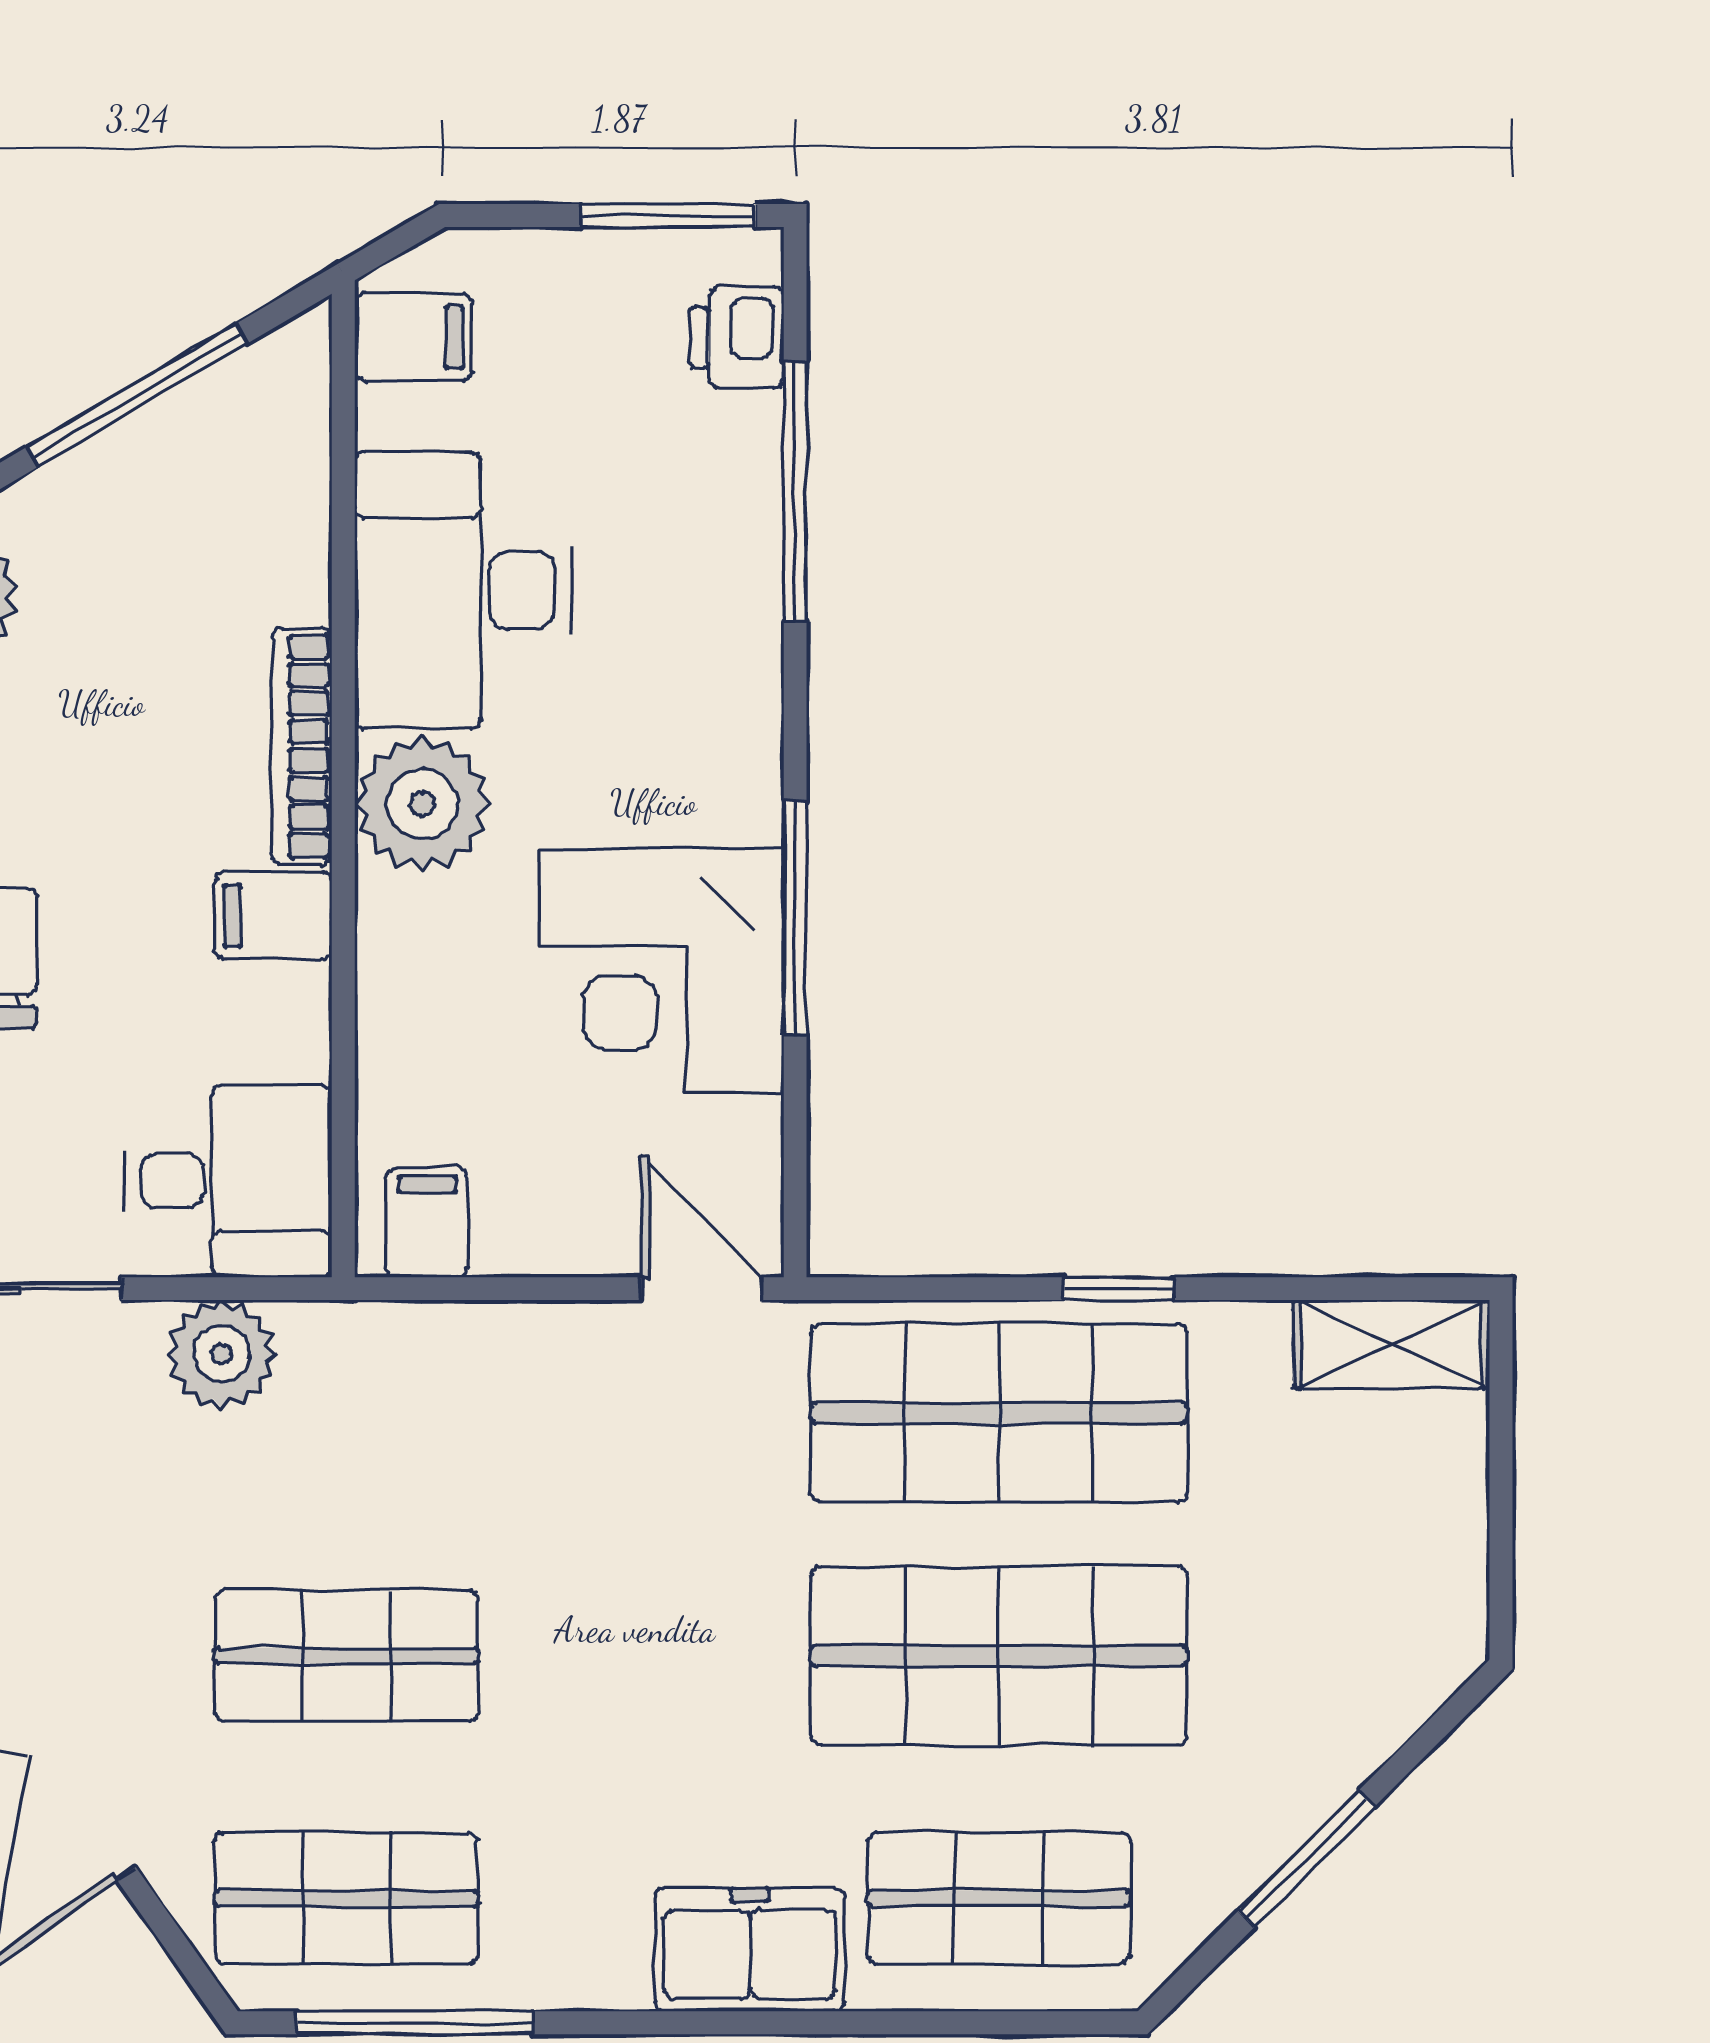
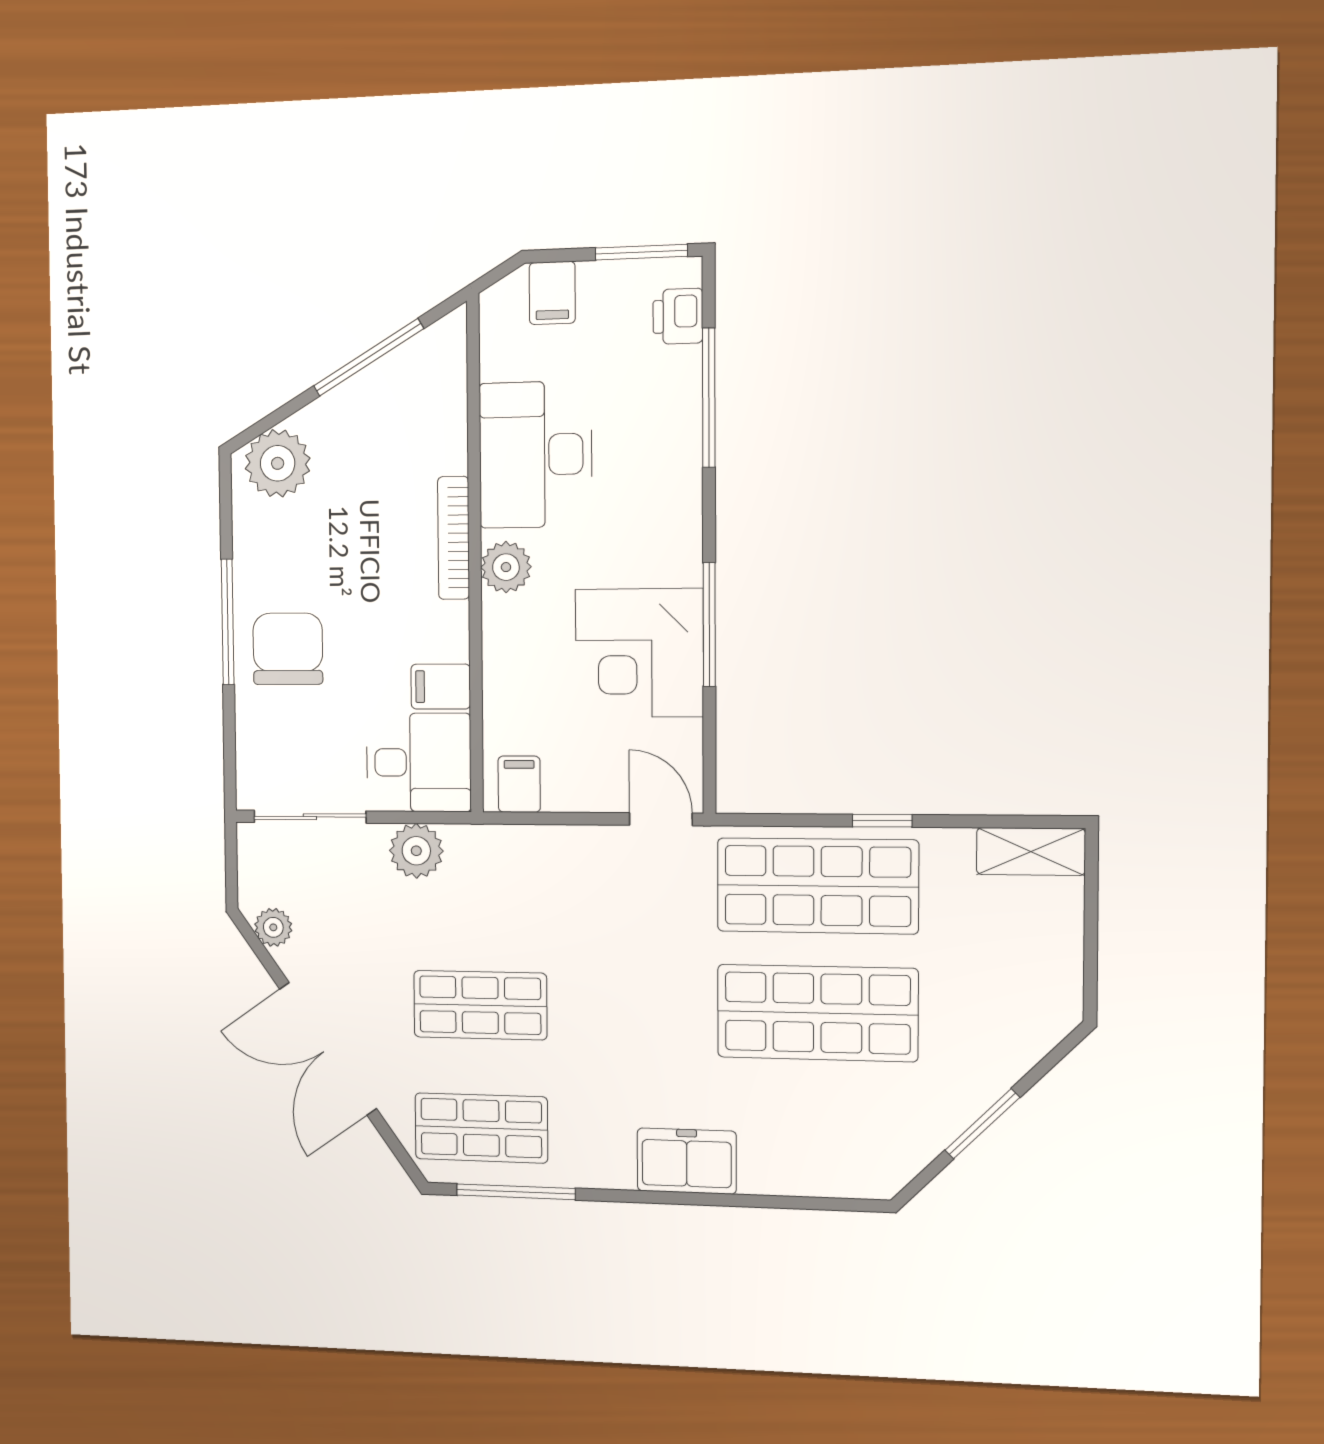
filing cabinet: (413, 337) -> (552, 293), moved, turned 90
plant: (422, 804) -> (506, 567), width x0.73, depth x0.73
filing cabinet: (273, 916) -> (441, 687), moved
shop shelf: (999, 1898) -> (817, 1139), removed

